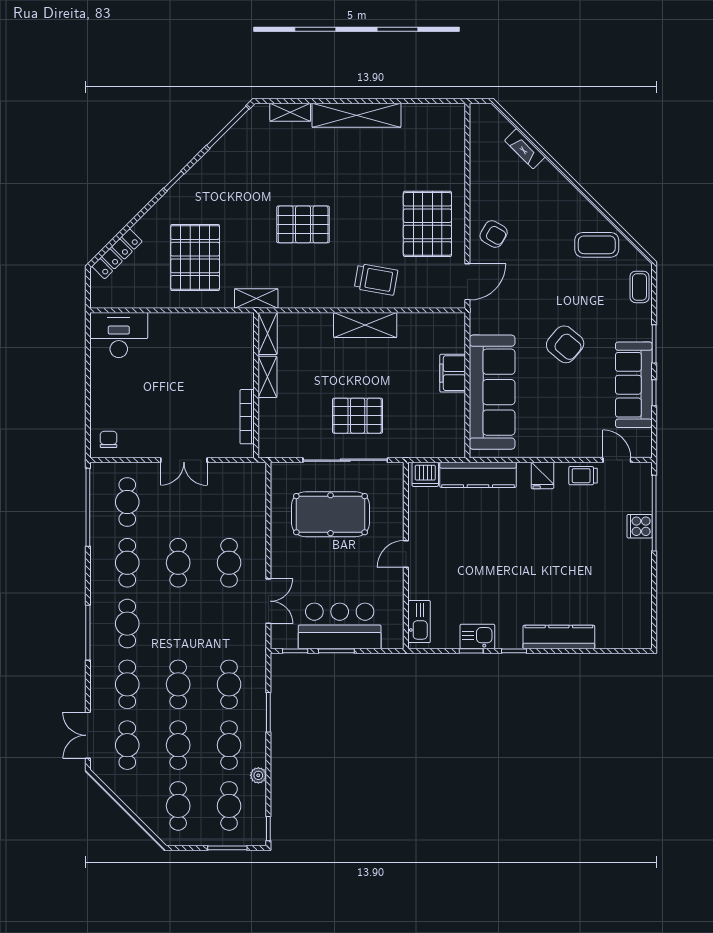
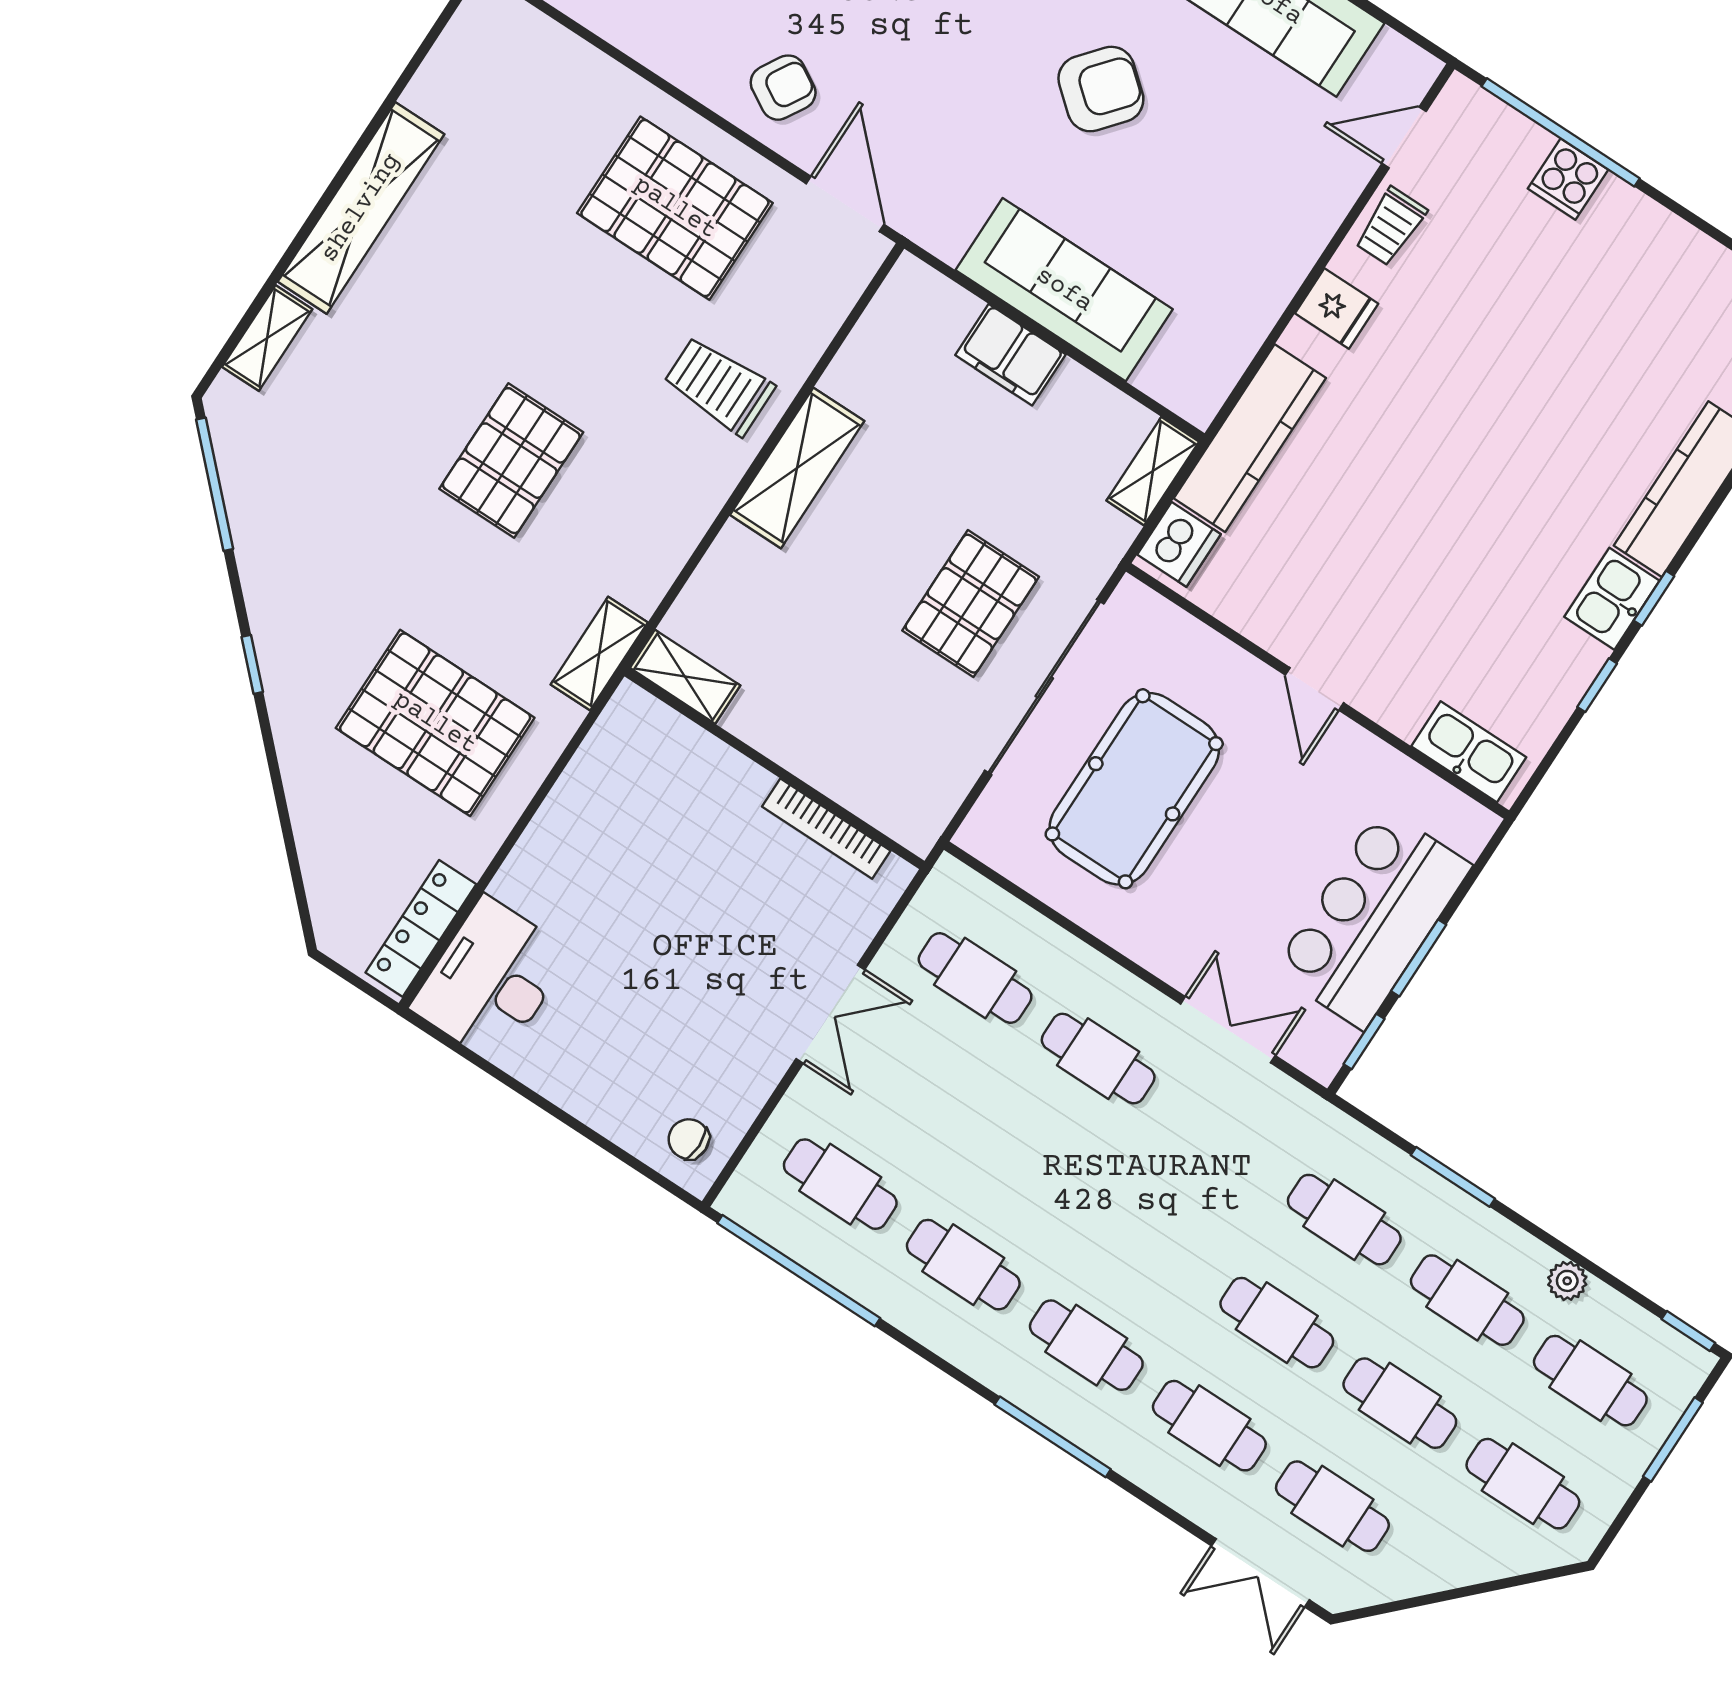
locker: (117, 254) -> (421, 928), moved, turned -135
trolley: (376, 279) -> (719, 386), turned -100
shelving: (267, 377) -> (1153, 471), moved, turned 90
sofa: (492, 392) -> (1064, 290), width x0.74, depth x0.79
cafe table: (178, 563) -> (975, 978), moved
kitchen sink: (477, 636) -> (1612, 599), moved

